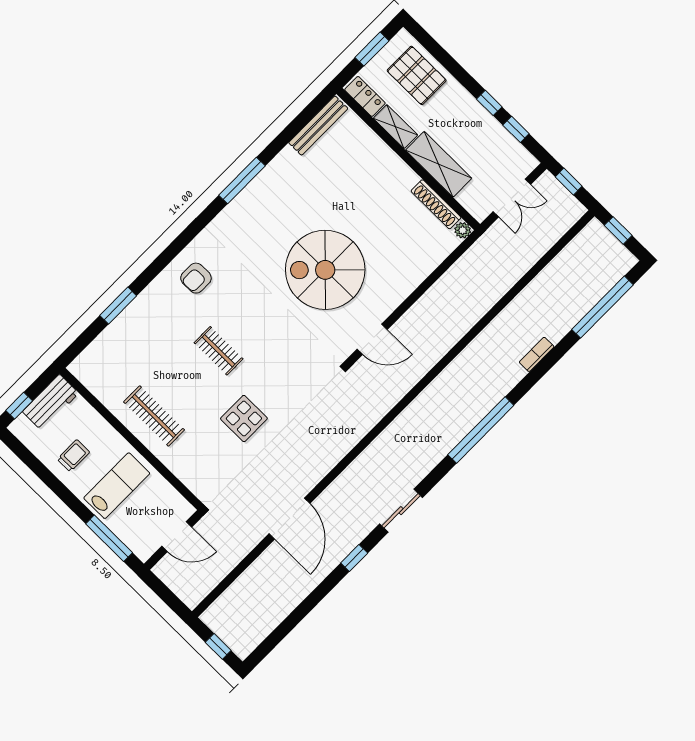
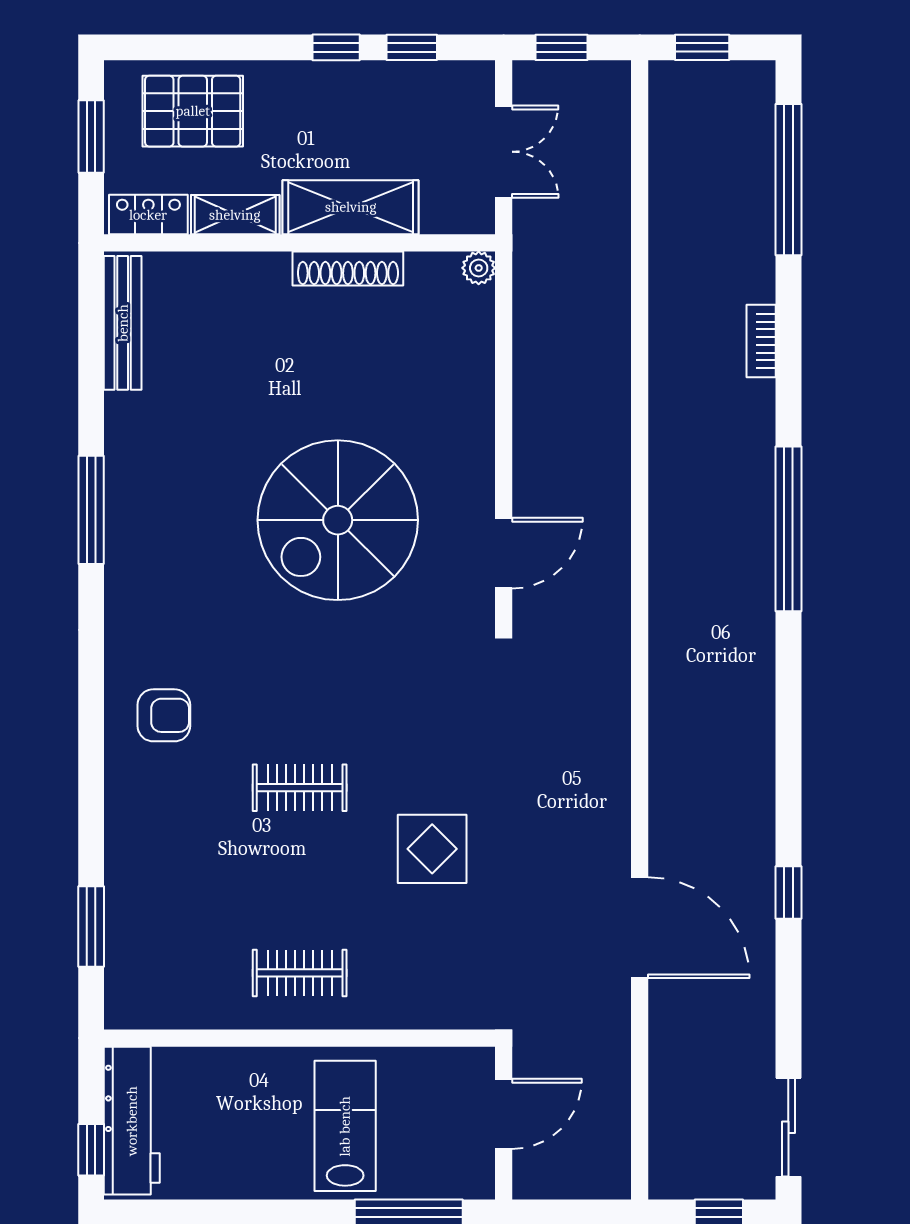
shoe rack: (436, 204) -> (348, 269), moved
armchair: (196, 278) -> (164, 715), turned -90
window: (118, 306) -> (91, 927), moved
workbench: (51, 402) -> (132, 1121), width x1.37
clothes rail: (154, 416) -> (300, 973), width x0.73
trolley: (73, 456) -> (240, 1144), removed
sliding door: (401, 511) -> (788, 1127), moved

